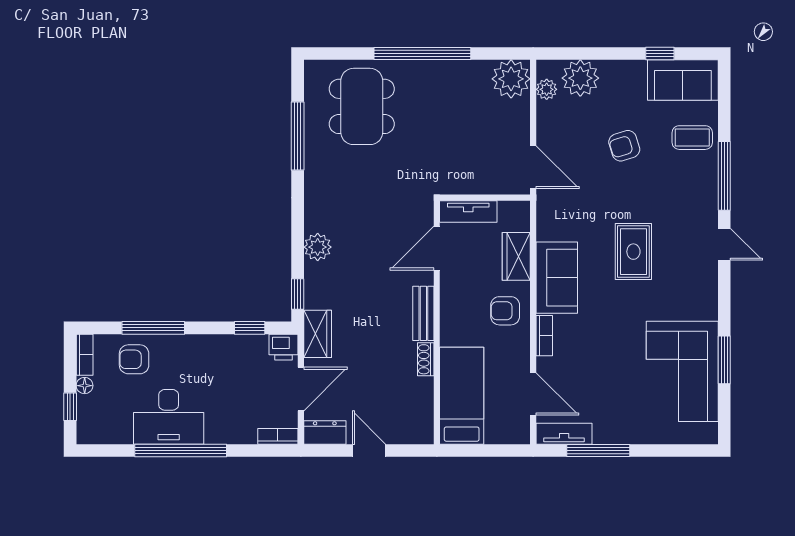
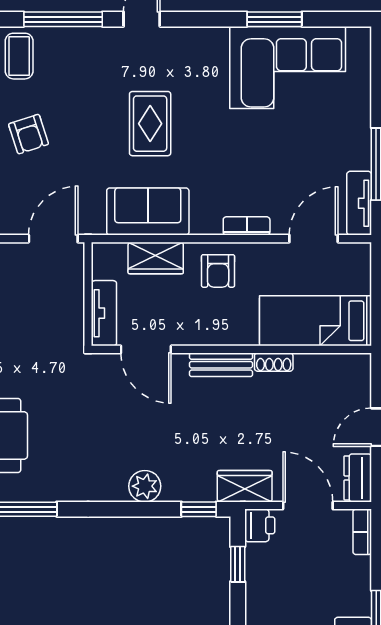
rug: (633, 252) -> (150, 124), turned 90
sofa: (557, 278) -> (148, 212), moved

